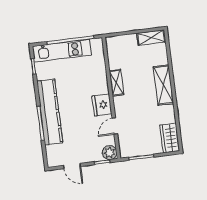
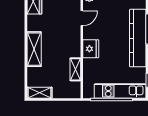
shelving: (116, 83) -> (75, 69), moved
fridge: (102, 105) -> (91, 49), moved

